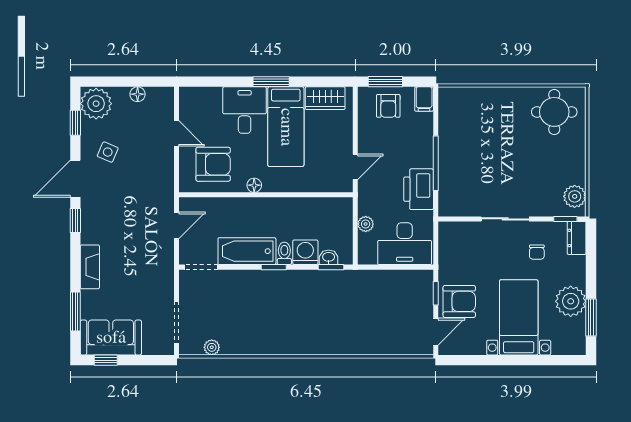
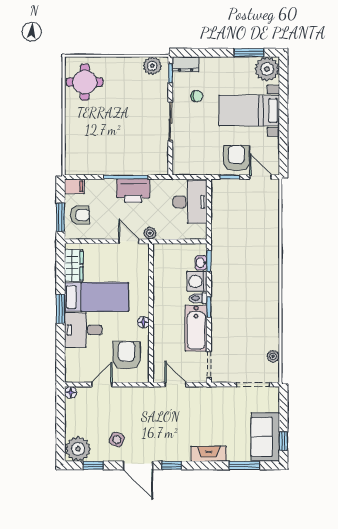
floor lamp: (138, 94) -> (71, 392), moved
printer: (419, 189) -> (133, 191), moved
plant: (366, 224) -> (150, 233), moved
plant: (571, 301) -> (267, 69), moved

